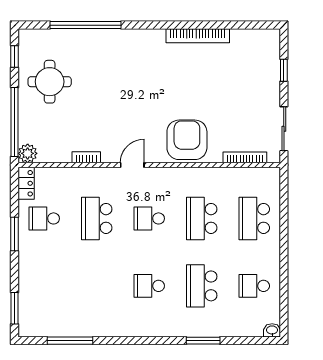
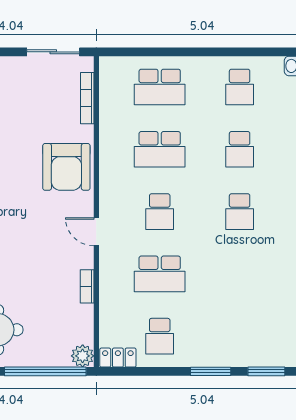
armchair: (187, 140) -> (66, 167), turned -90
window: (14, 234) -> (211, 371), moved
school desk: (202, 286) -> (240, 149), width x0.54

